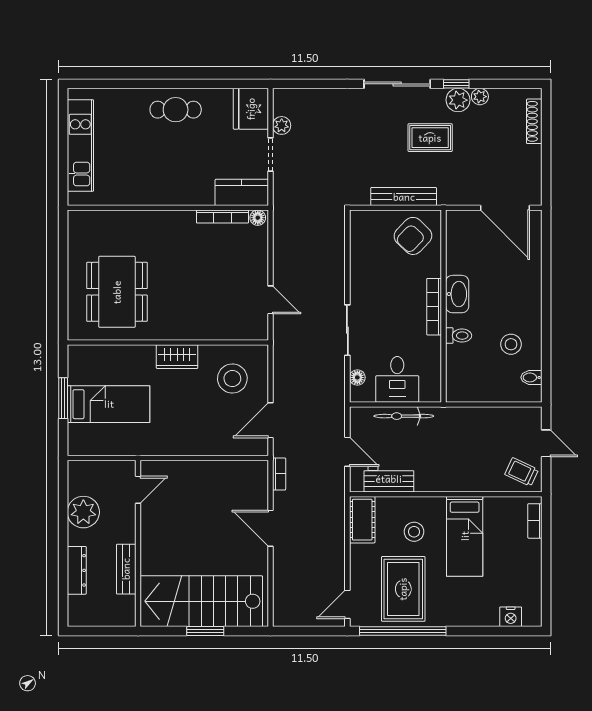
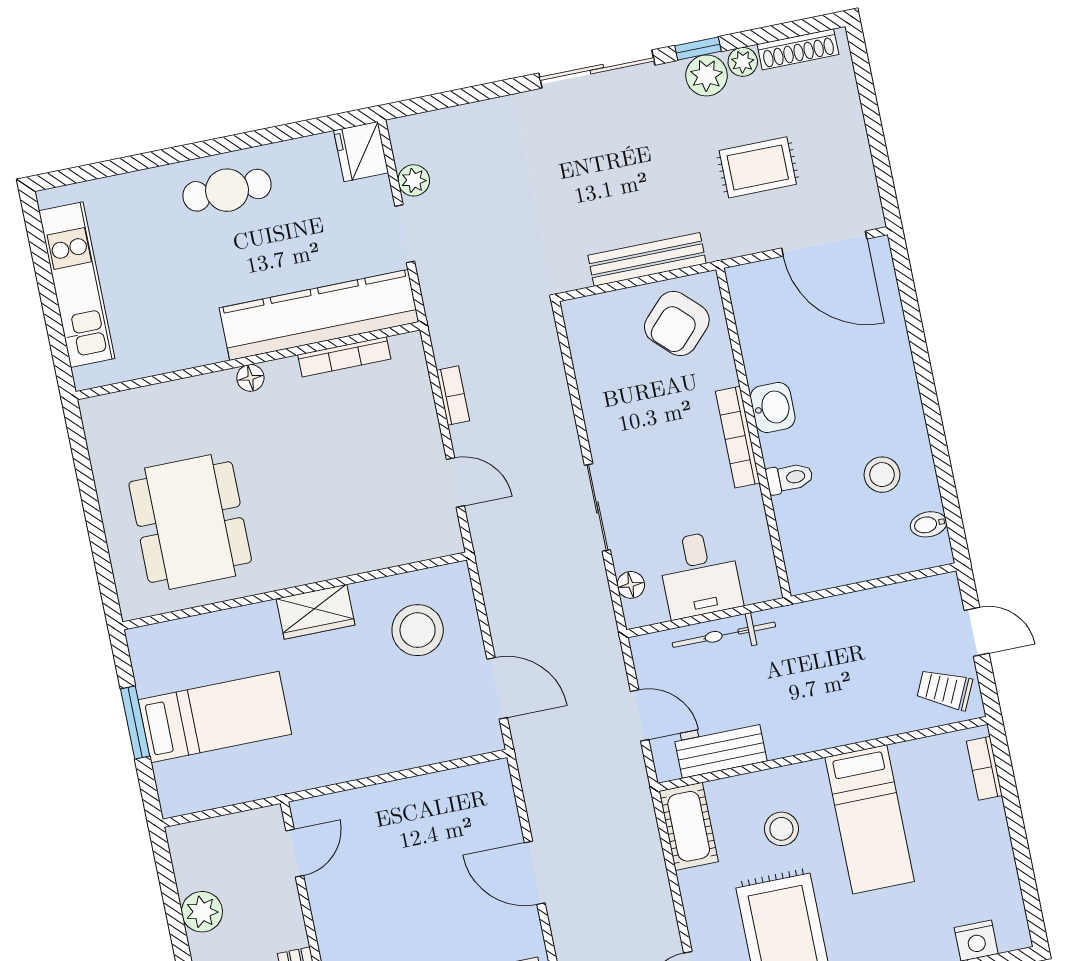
fridge: (251, 109) -> (361, 152), width x0.73, depth x0.75
shoe rack: (534, 121) -> (798, 49), moved, turned -90
rug: (430, 138) -> (758, 167), moved
kitchen counter: (242, 192) -> (319, 315), width x2.08, depth x1.17
floor lamp: (258, 218) -> (250, 378), moved
washbasin: (457, 294) -> (773, 408), width x0.72
door: (270, 420) -> (497, 688), swing flipped
bookcase: (279, 474) -> (453, 396), moved
plant: (83, 512) -> (202, 912), width x0.73, depth x0.73

